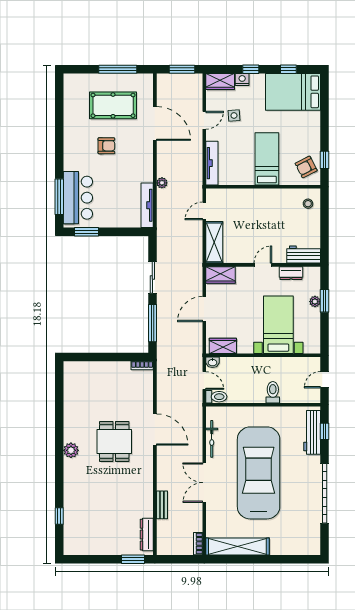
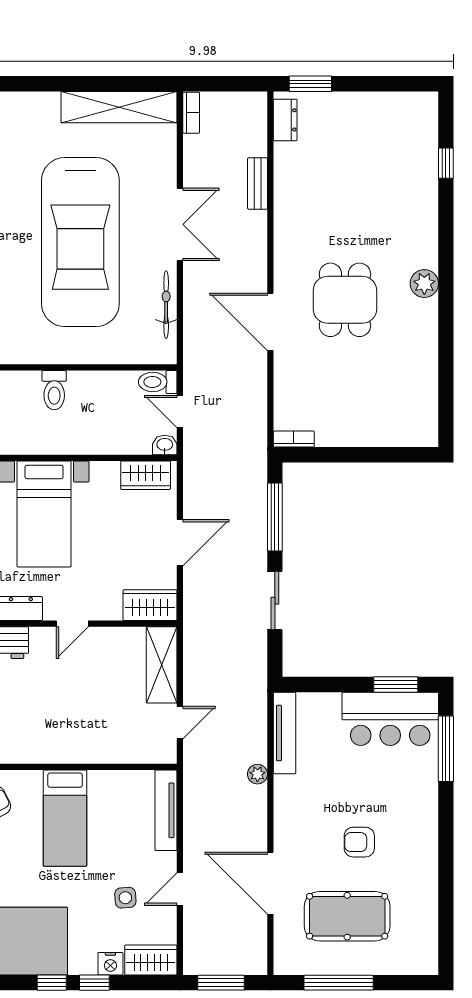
window: (288, 69) -> (52, 983), moved
bar counter: (78, 198) -> (390, 719), moved, turned -90
dresser: (147, 535) -> (285, 120), width x0.70

